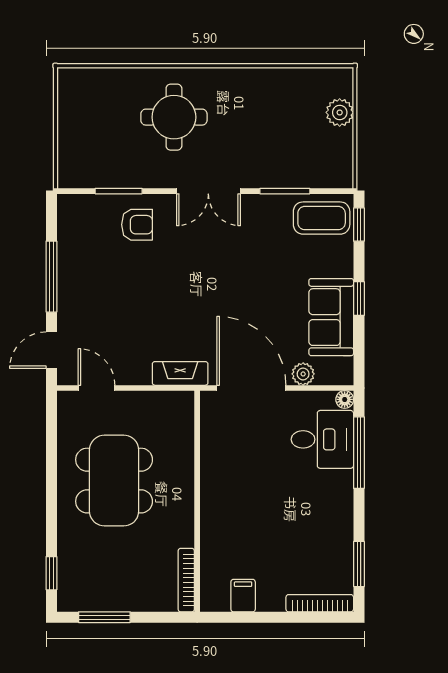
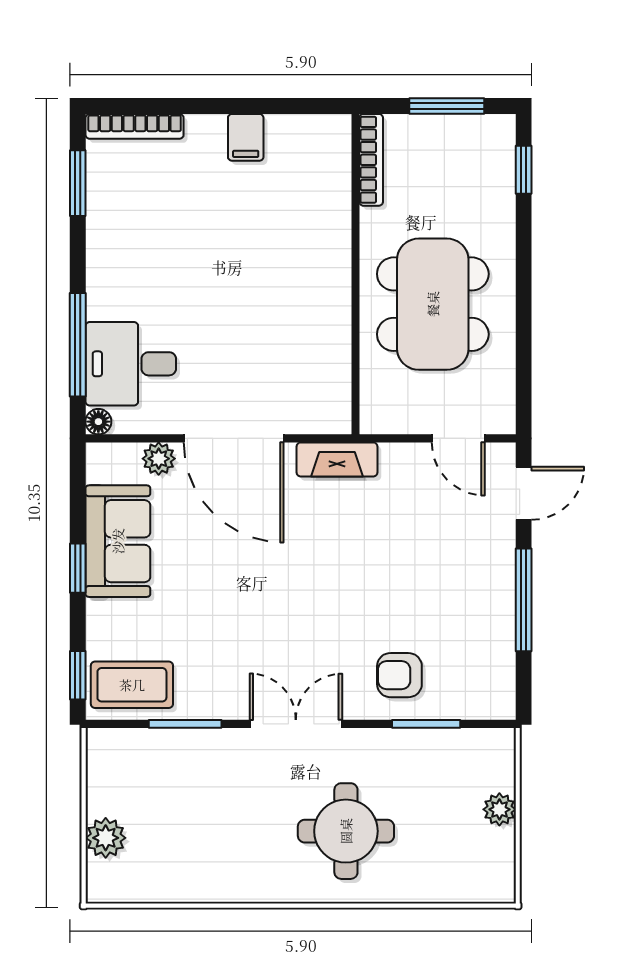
plant: (68, 132) -> (499, 809), added
wall: (197, 501) -> (355, 274), moved
bookcase: (186, 580) -> (371, 160), moved

